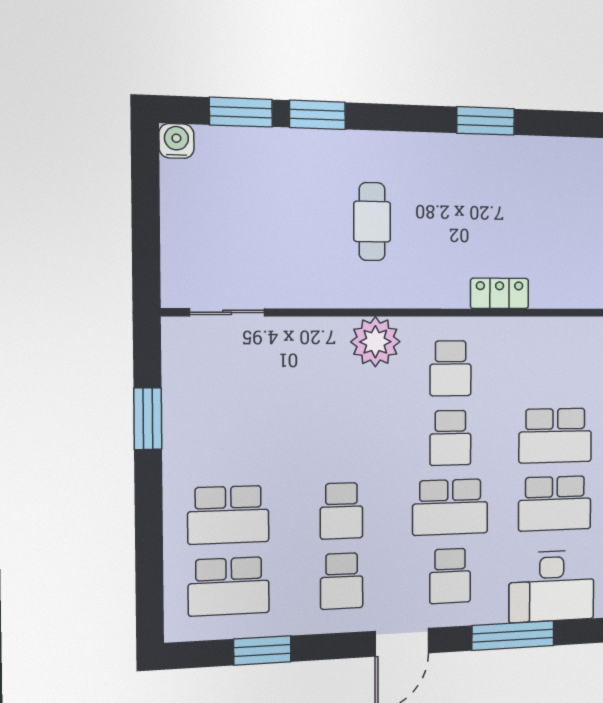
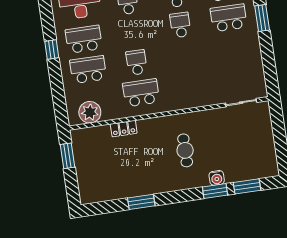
water cooler: (176, 141) -> (217, 178), moved
plant: (375, 342) -> (90, 112), moved
school desk: (451, 368) -> (141, 93), width x1.85
window: (148, 419) -> (262, 18), moved
school desk: (450, 507) -> (132, 32), removed

